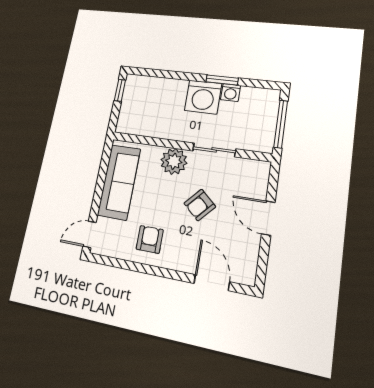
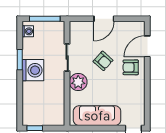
washing machine: (230, 93) -> (28, 31), moved
armchair: (150, 239) -> (131, 67), moved

